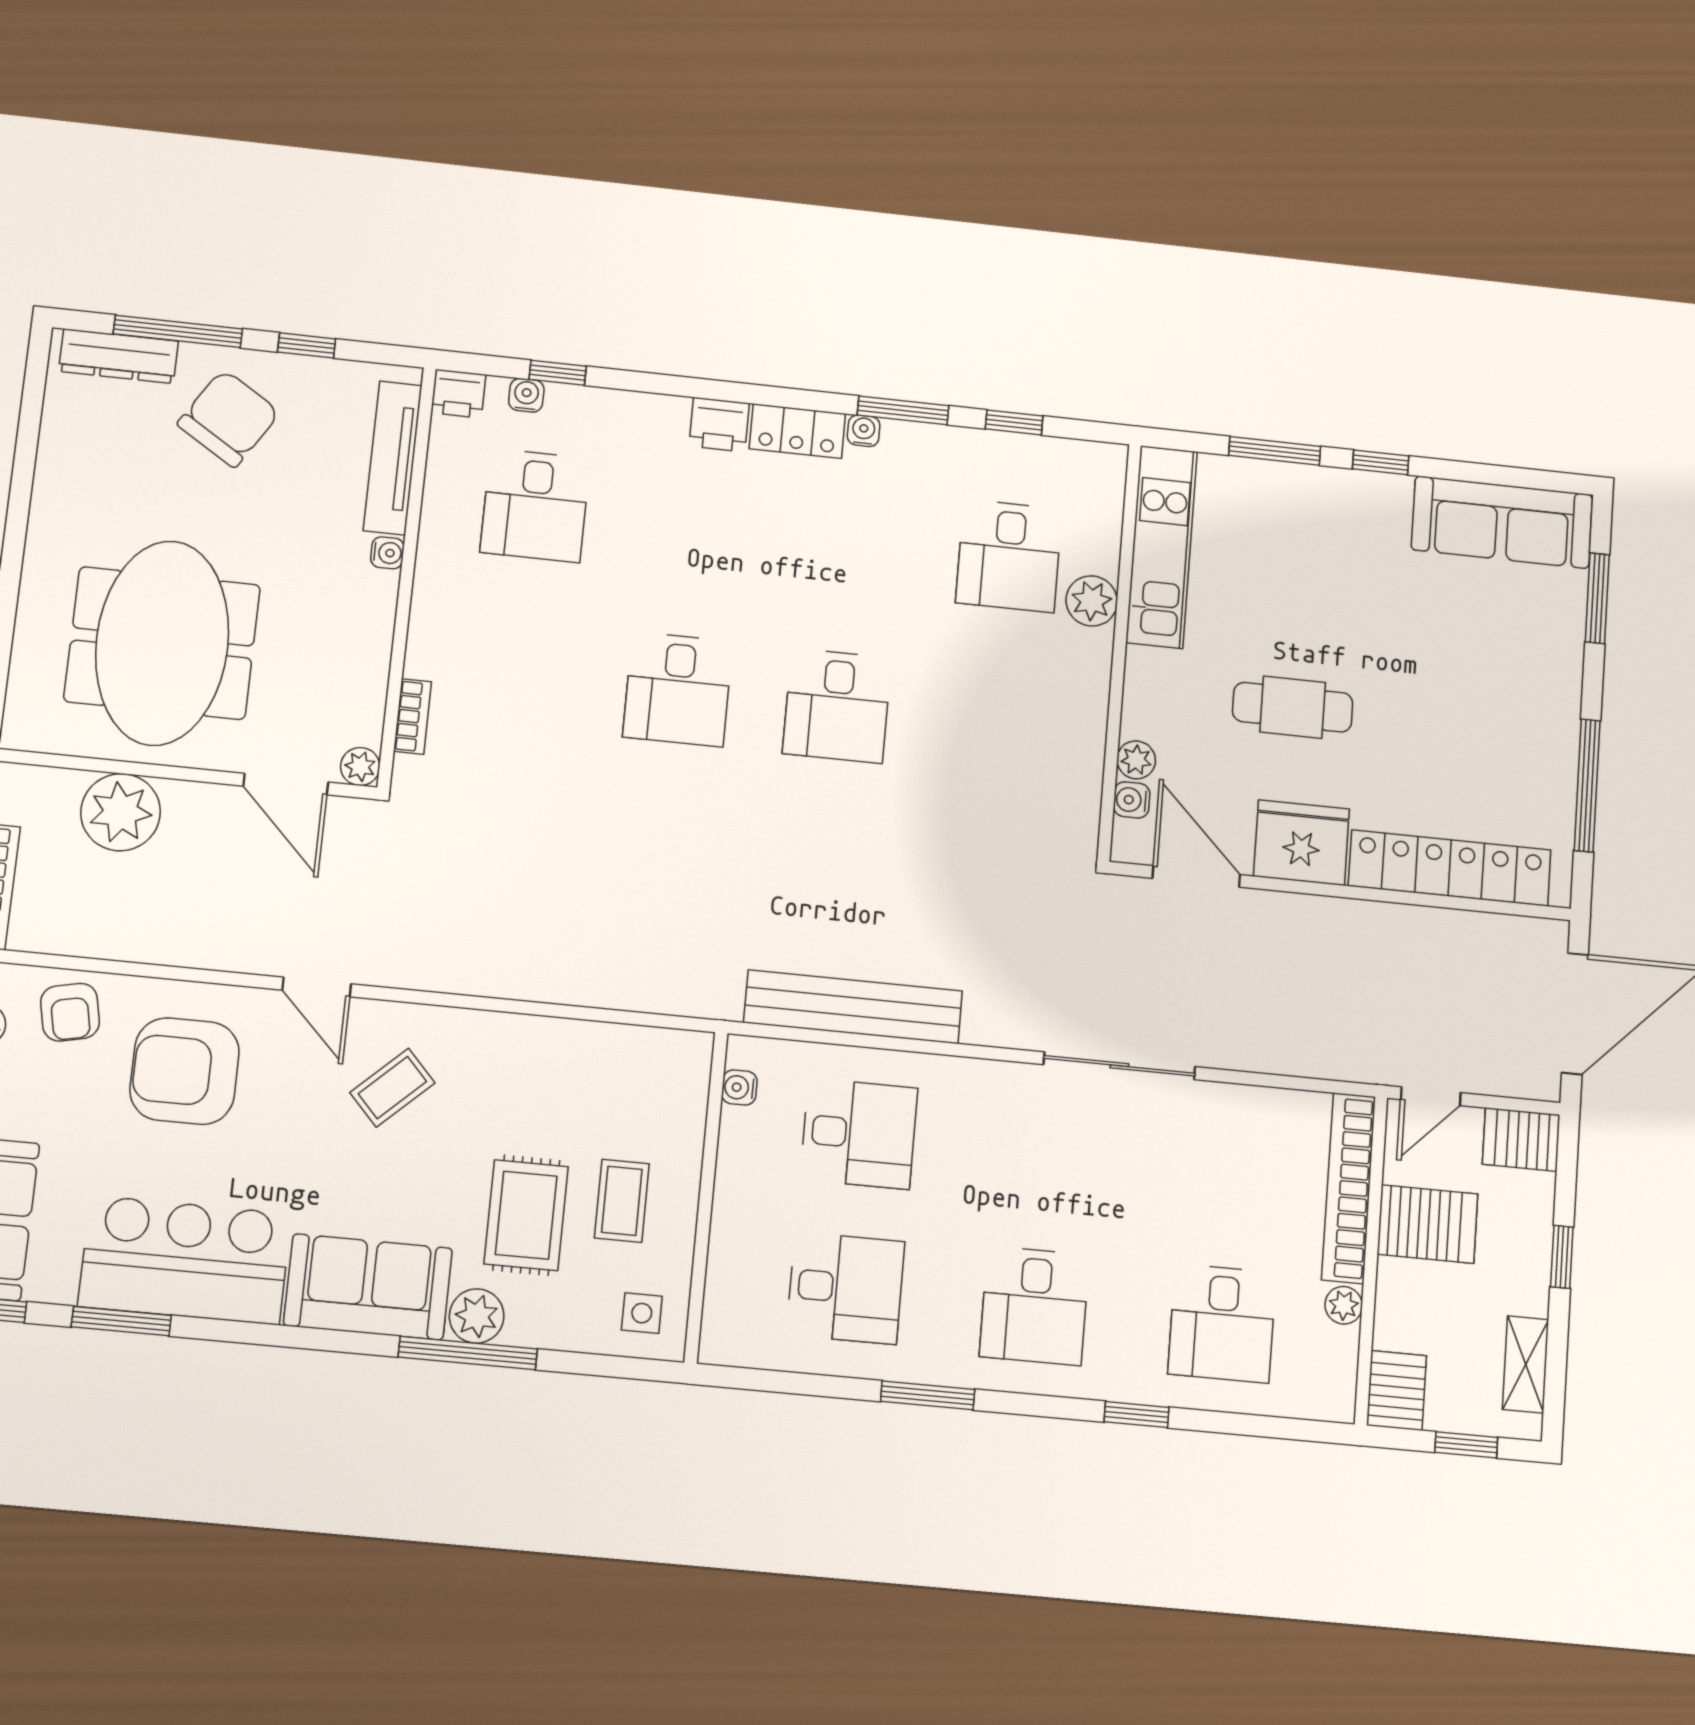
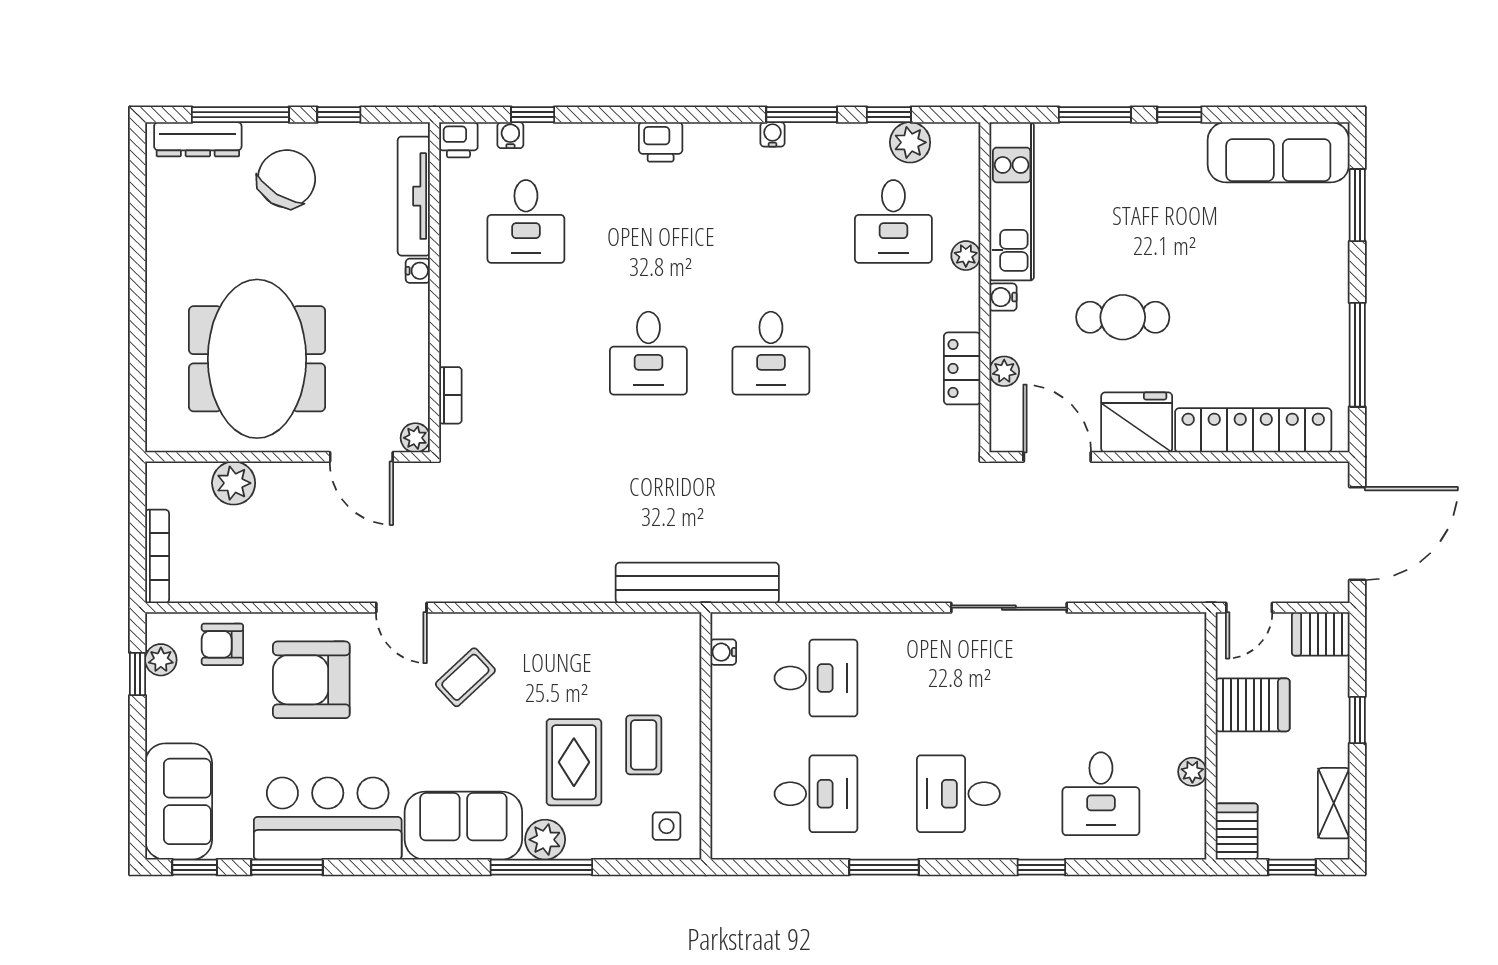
locker: (797, 431) -> (962, 368), moved, turned 90
plant: (1038, 460) -> (910, 142), added
plant: (1092, 601) -> (966, 256), width x0.73, depth x0.73
water cooler: (1132, 800) -> (1003, 297), moved
plant: (121, 812) -> (234, 483), width x0.73, depth x0.73
bench: (853, 1007) -> (697, 583), moved
armchair: (70, 1012) -> (222, 644), turned 102
bookcase: (1348, 1188) -> (1190, 683), removed
desk: (1034, 1306) -> (958, 794), turned 90

